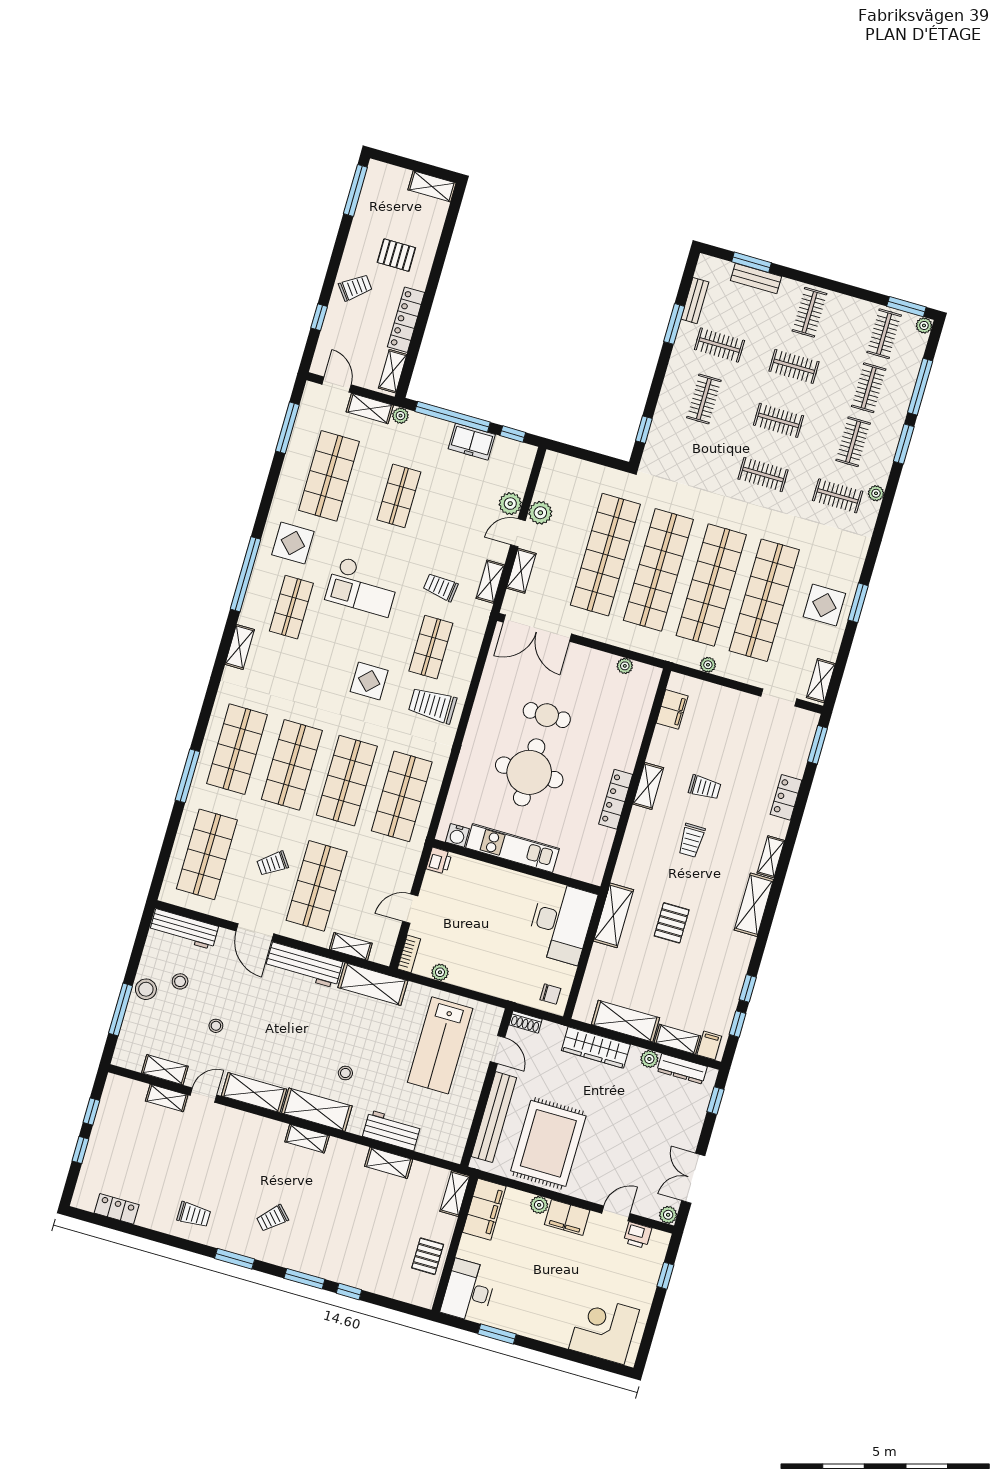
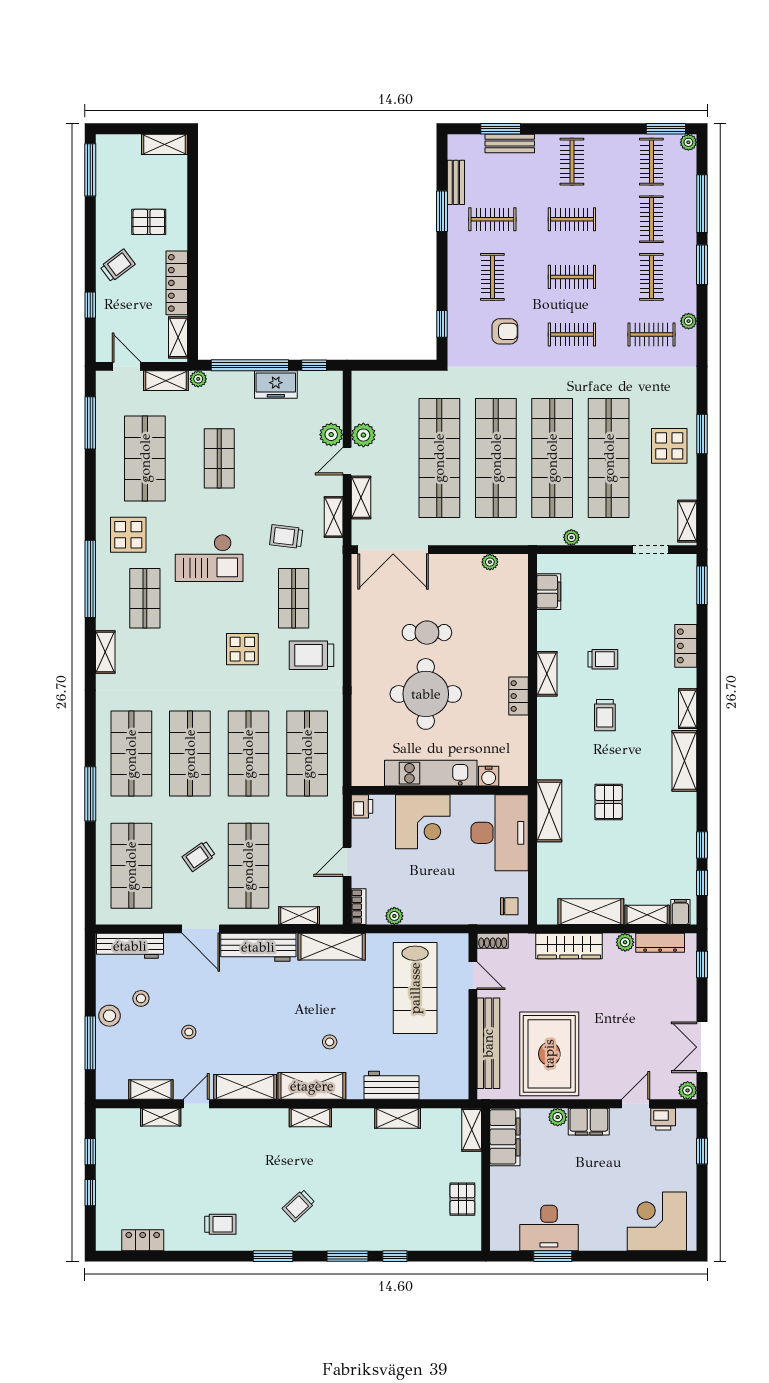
armchair: (701, 454) -> (505, 331), added
locker: (616, 799) -> (519, 696), width x0.66
water cooler: (457, 835) -> (489, 776), moved
corner desk: (492, 892) -> (423, 822), added
desk: (469, 1291) -> (549, 1228), moved, turned -90

